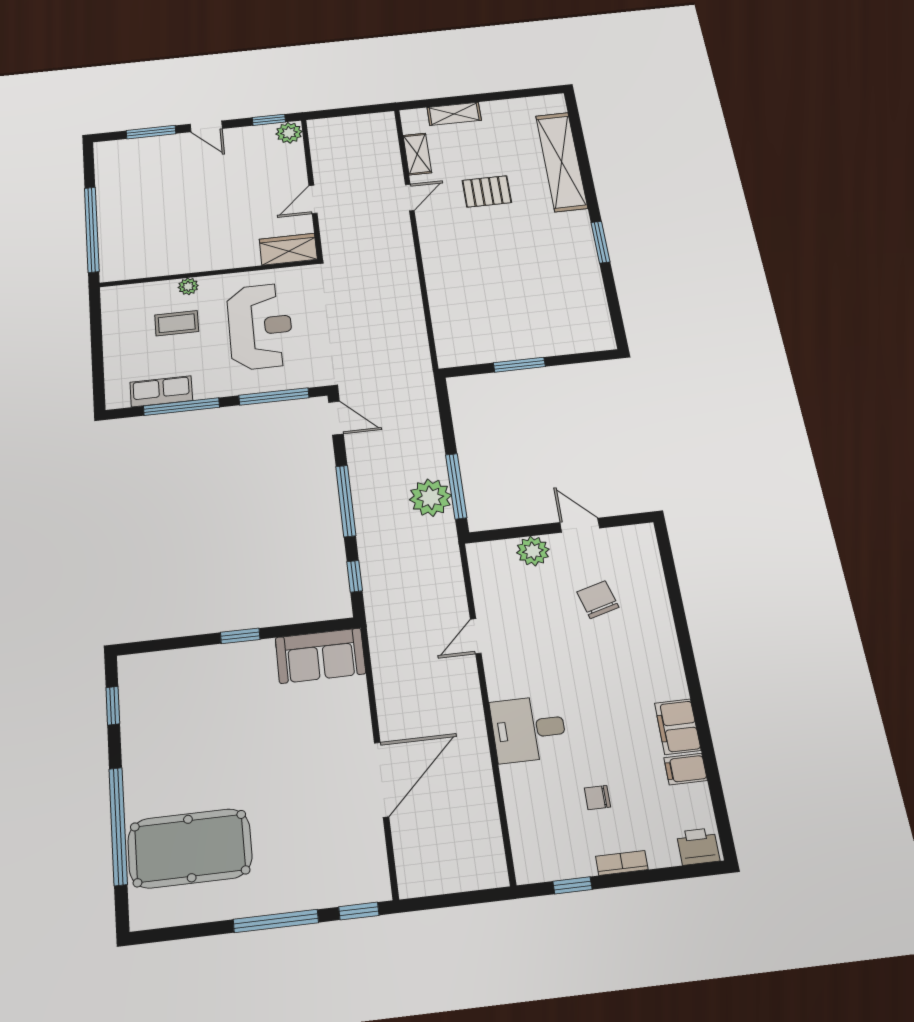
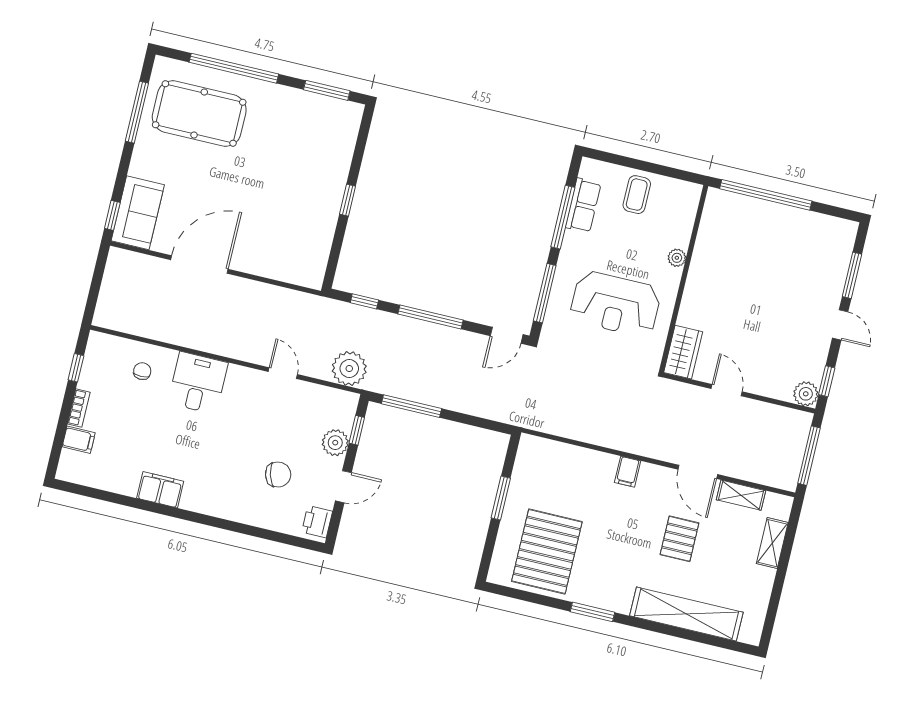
window: (351, 111) -> (809, 456), added
door: (206, 126) -> (840, 325), swing flipped
door: (410, 197) -> (698, 472), width x1.38
filing cabinet: (437, 258) -> (628, 472), added
pallet: (557, 303) -> (547, 551), added
coffee table: (177, 323) -> (637, 195), moved
plant: (430, 498) -> (349, 369), moved
window: (509, 533) -> (357, 430), added
sofa: (320, 656) -> (138, 213), moved, turned 180
window: (113, 706) -> (327, 90), width x1.50
filing cabinet: (686, 769) -> (79, 440), moved, turned 90
door: (382, 780) -> (199, 264), swing flipped
chair: (597, 798) -> (142, 371), moved
printer: (698, 846) -> (317, 522), moved, turned 180
pool table: (190, 848) -> (199, 113), turned 90
window: (276, 921) -> (137, 112), moved

